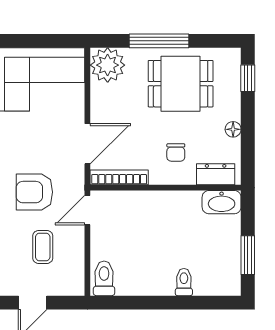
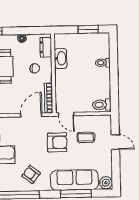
door: (87, 144) -> (31, 115), hinge flipped
armchair: (34, 192) -> (57, 142), turned -90
washbasin: (222, 202) -> (61, 58), moved

